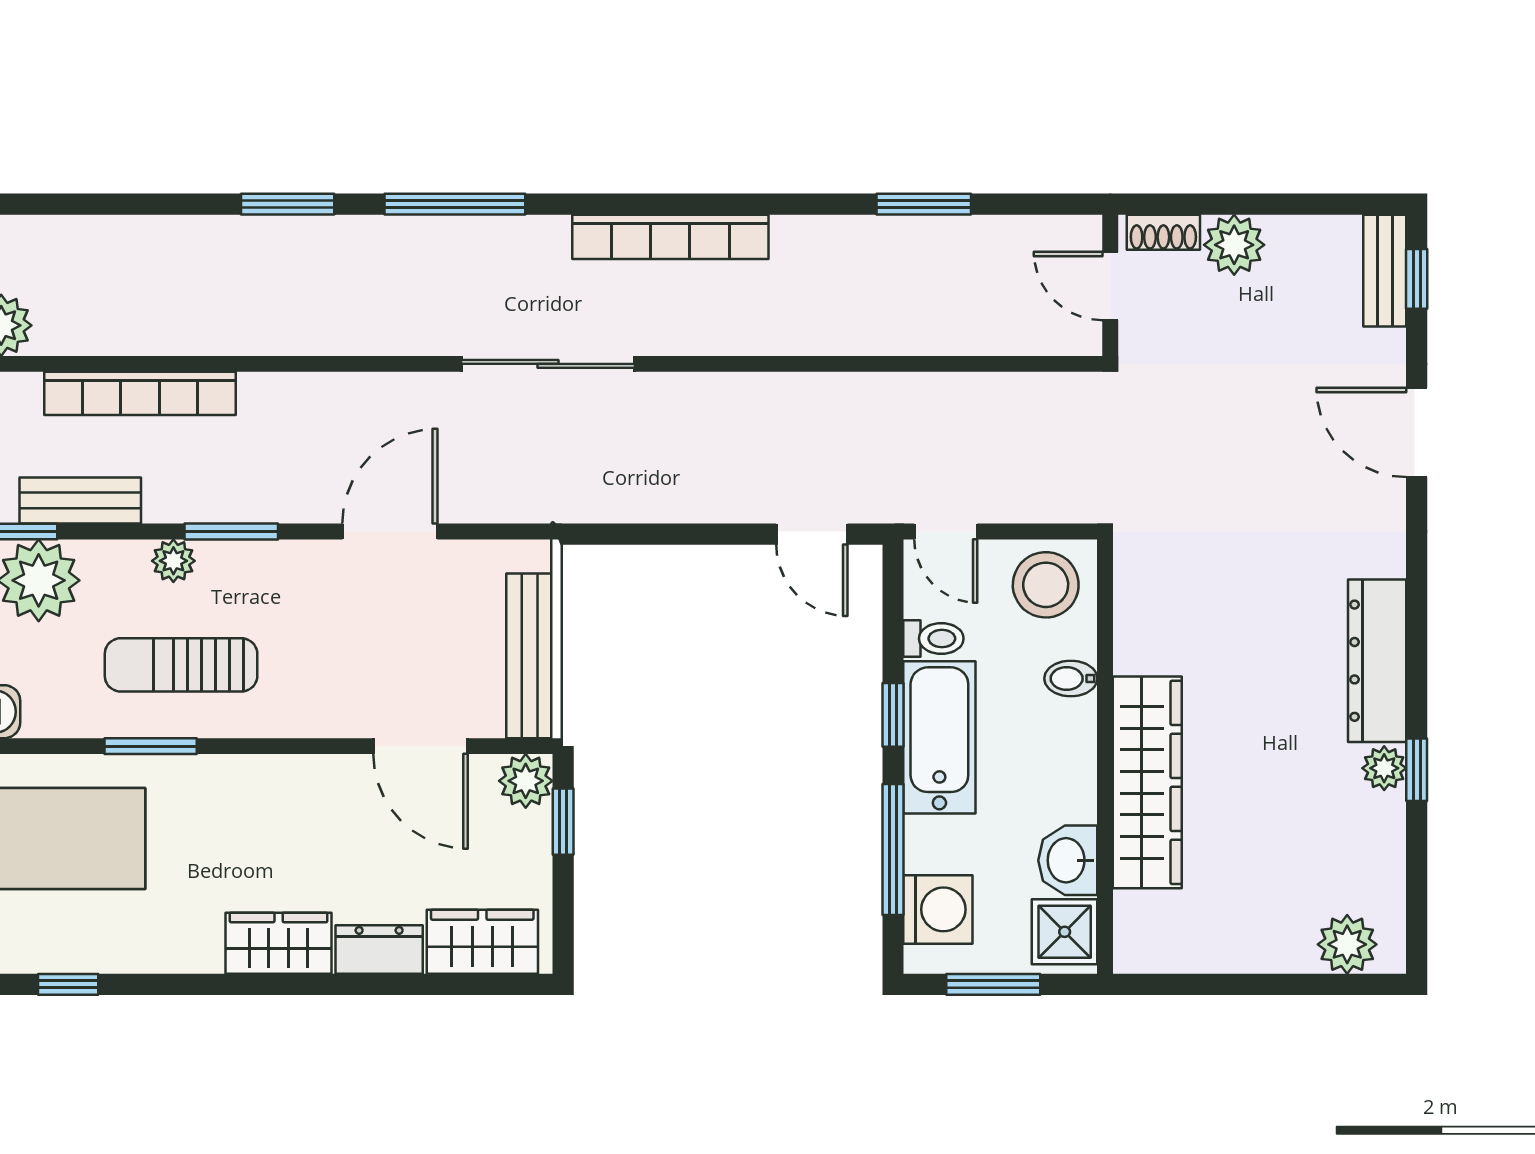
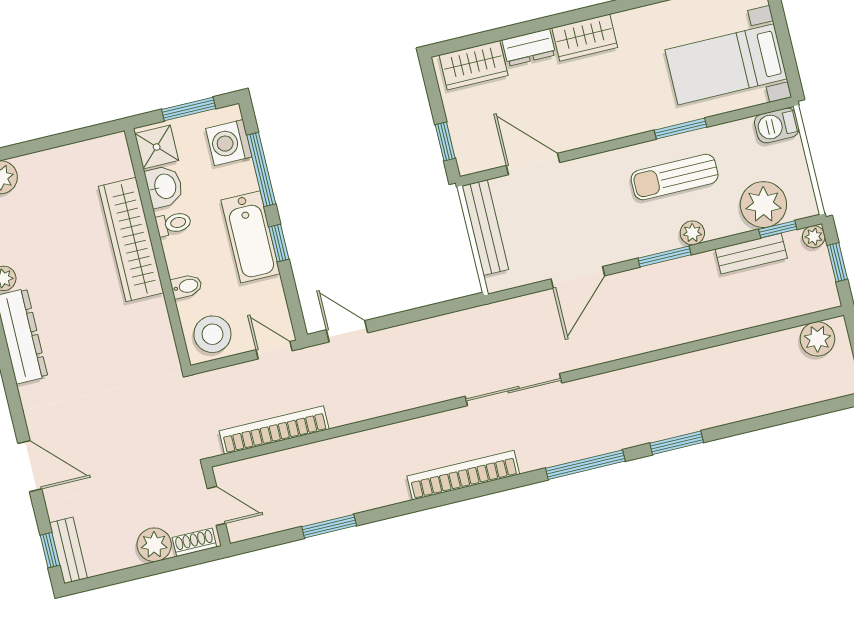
bookcase: (140, 393) -> (274, 430), moved
toilet: (933, 639) -> (174, 224), moved, turned 180
sun lounger: (181, 665) -> (675, 177), turned 180
plant: (526, 781) -> (471, 159), removed

